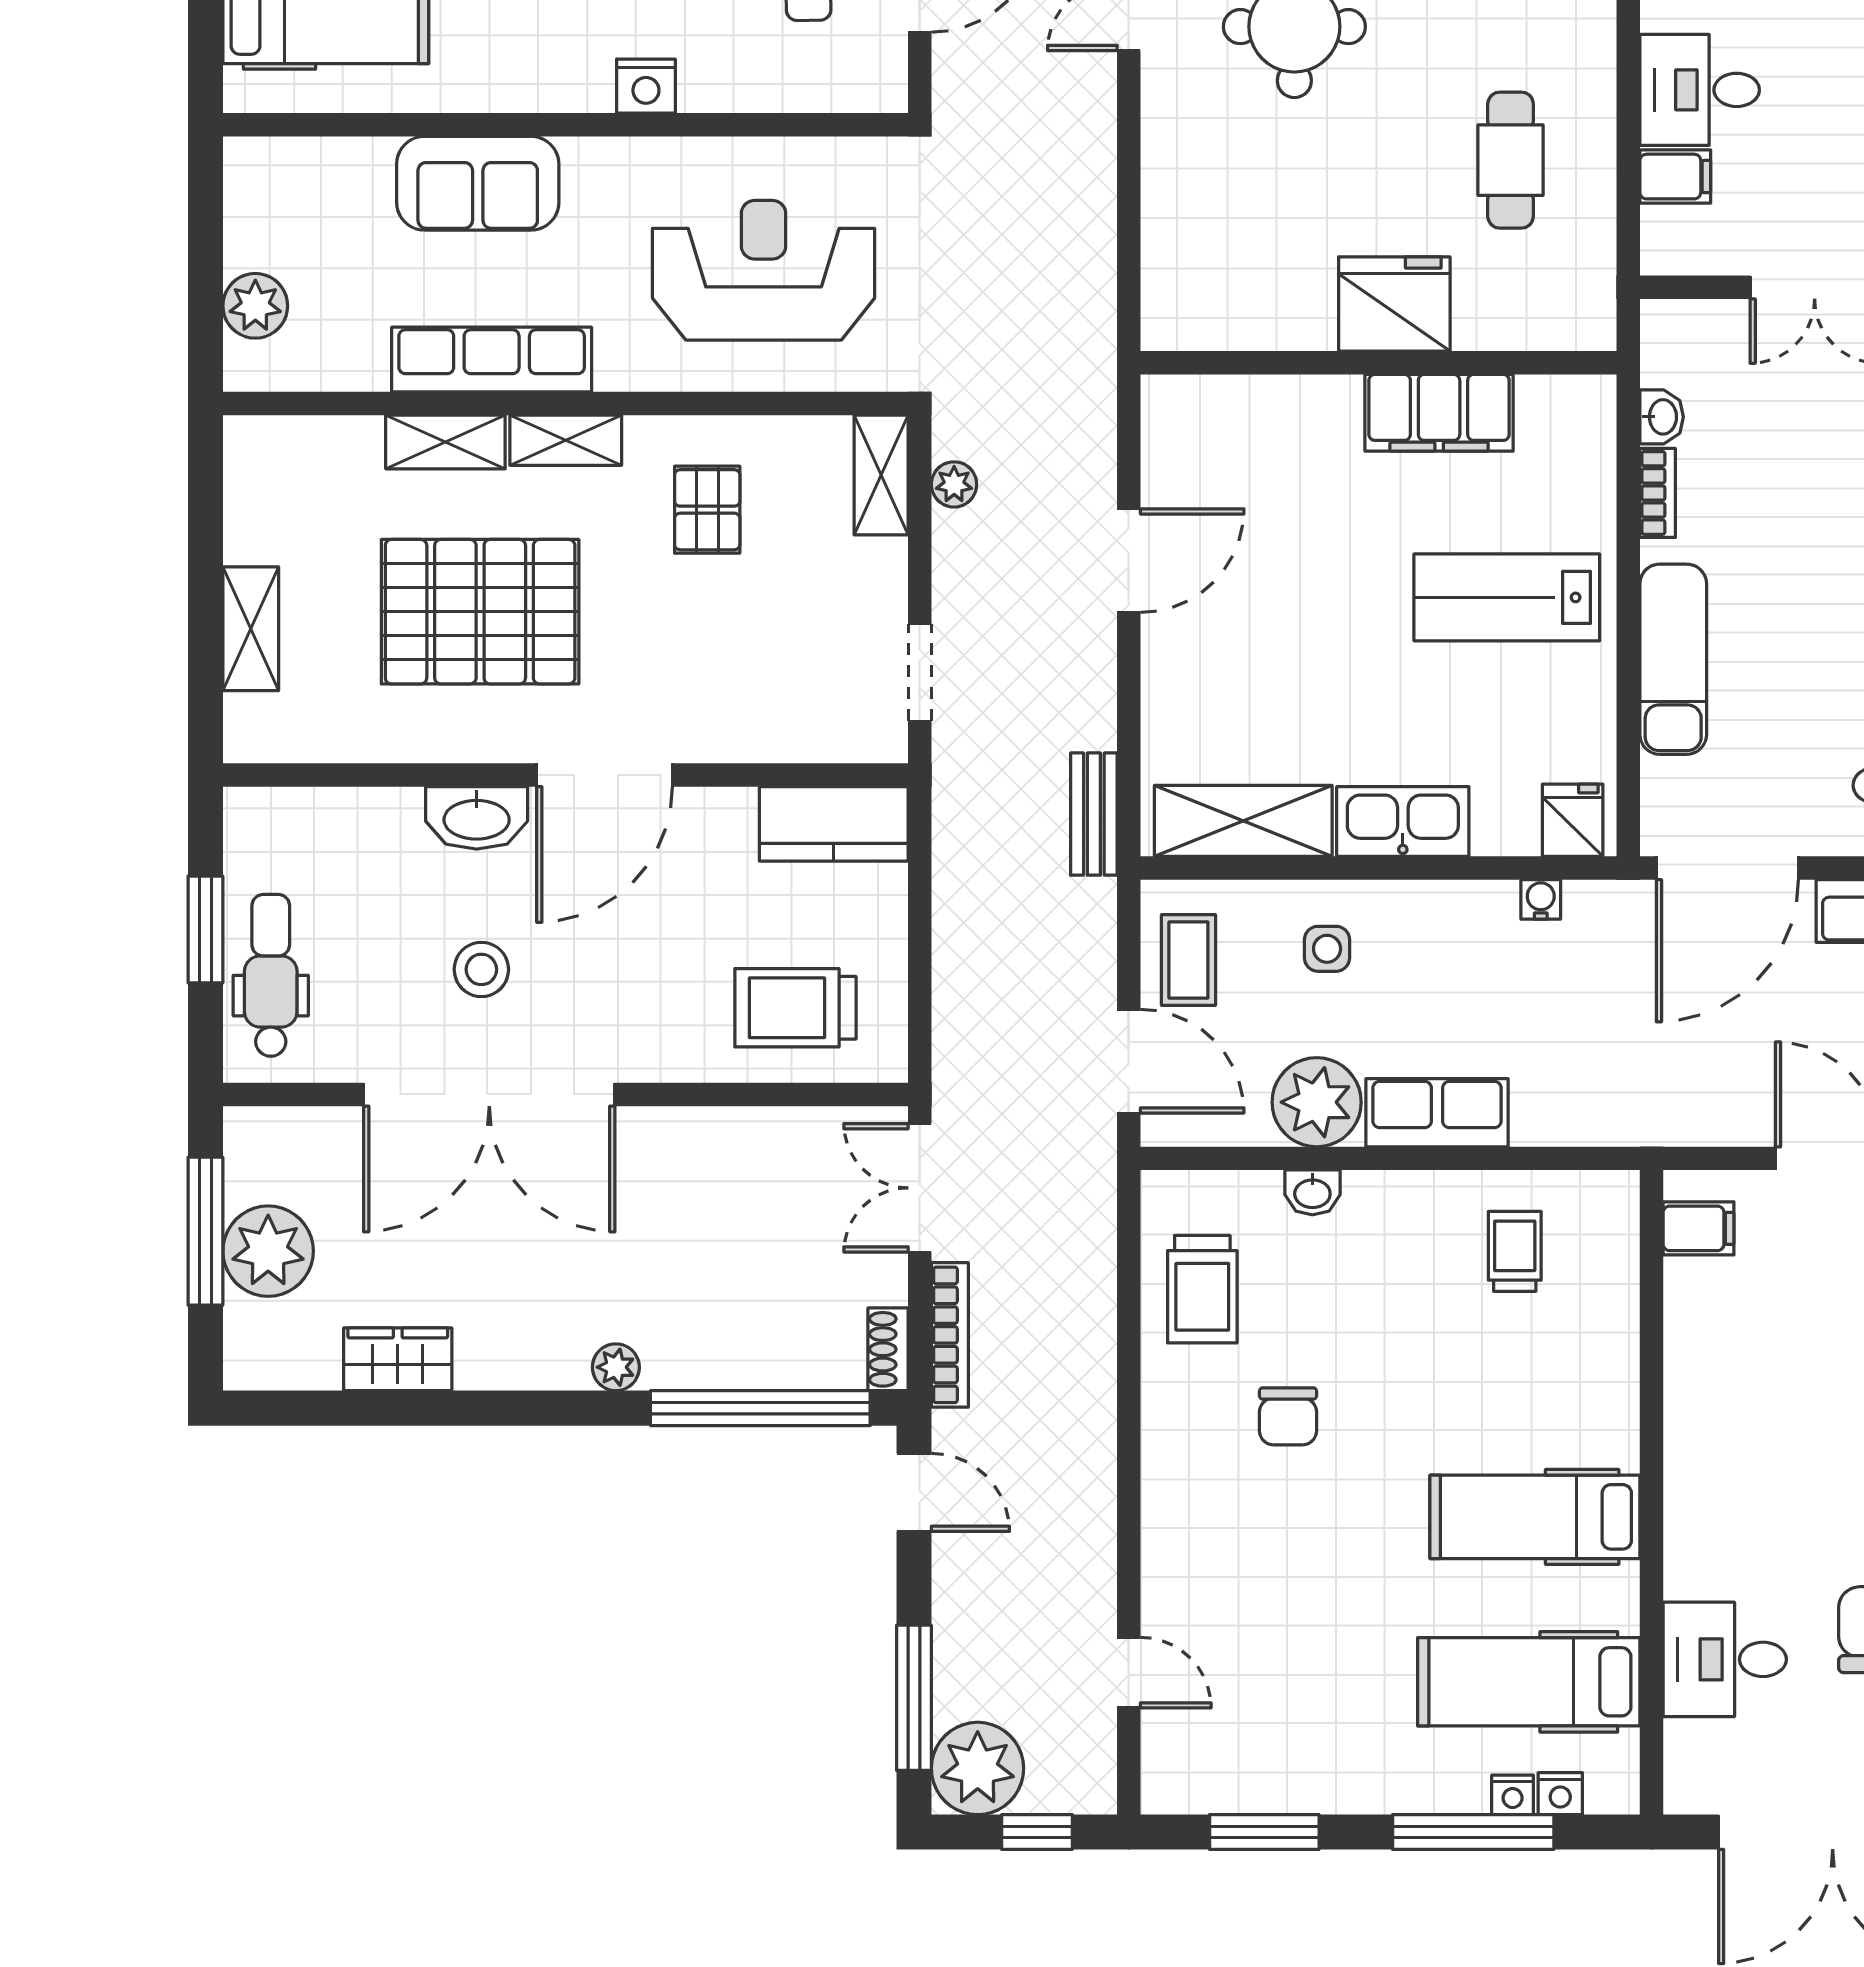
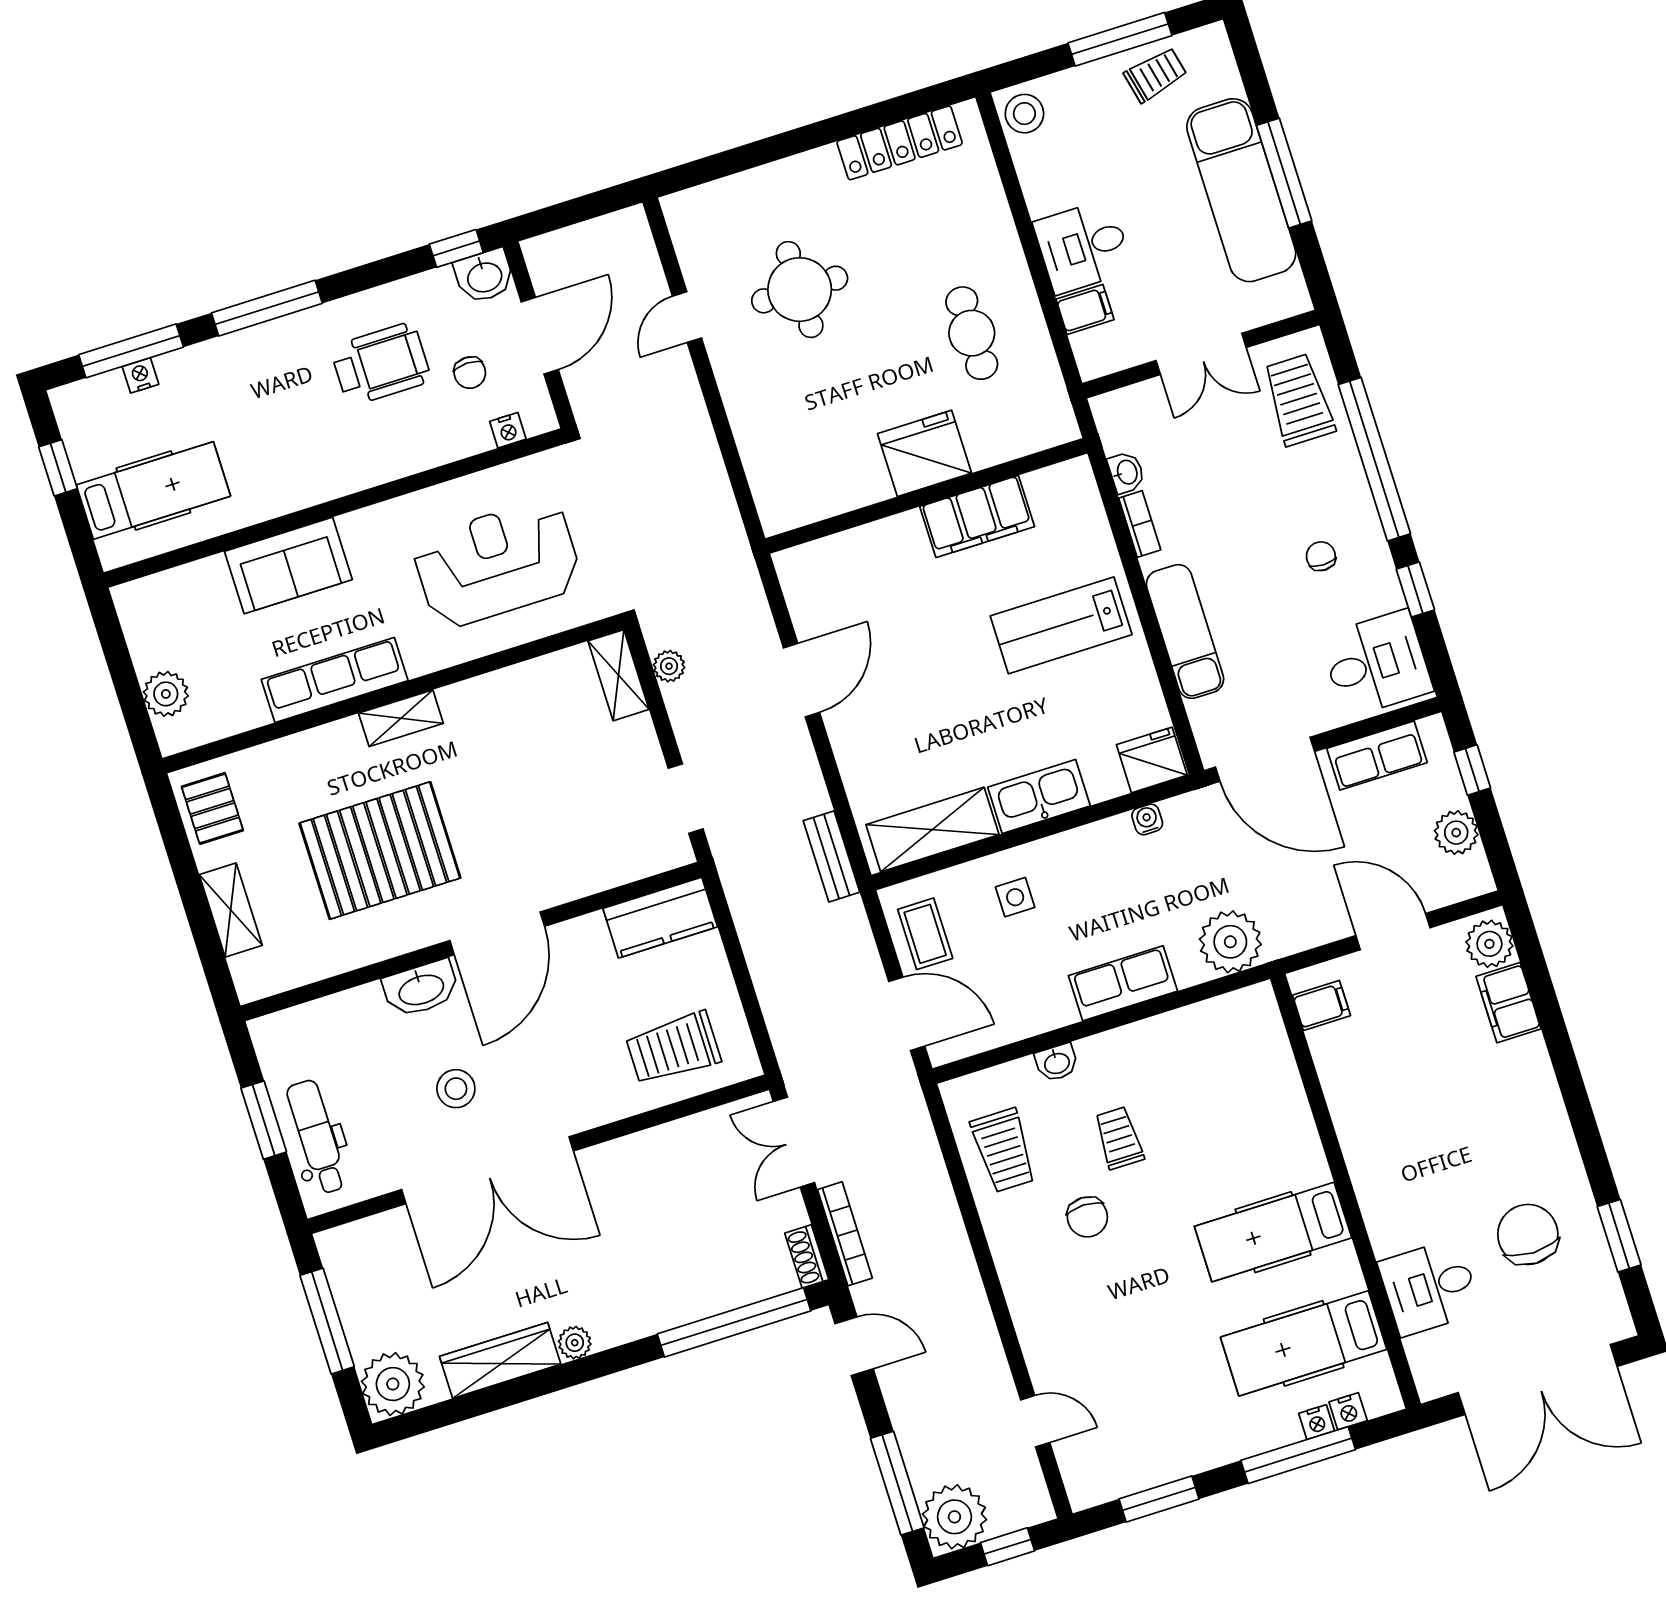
nightstand: (646, 86) -> (508, 430), moved, width x0.72, depth x0.74
shelving: (445, 442) -> (321, 745), removed
pallet: (707, 510) -> (212, 808), moved
fridge: (1573, 820) -> (1152, 760), width x1.38
door: (1727, 868) -> (1265, 759), hinge flipped
plant: (1317, 1102) -> (1230, 942), moved
plant: (268, 1251) -> (393, 1384), moved
trolley: (1515, 1251) -> (1119, 1138), moved
wardrobe: (398, 1359) -> (500, 1360), width x1.50
plant: (616, 1367) -> (575, 1343), moved

